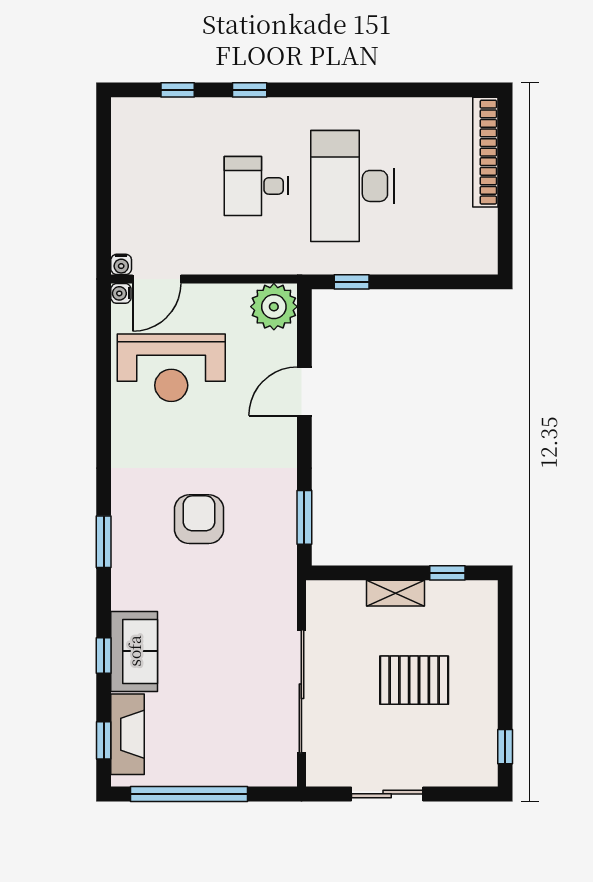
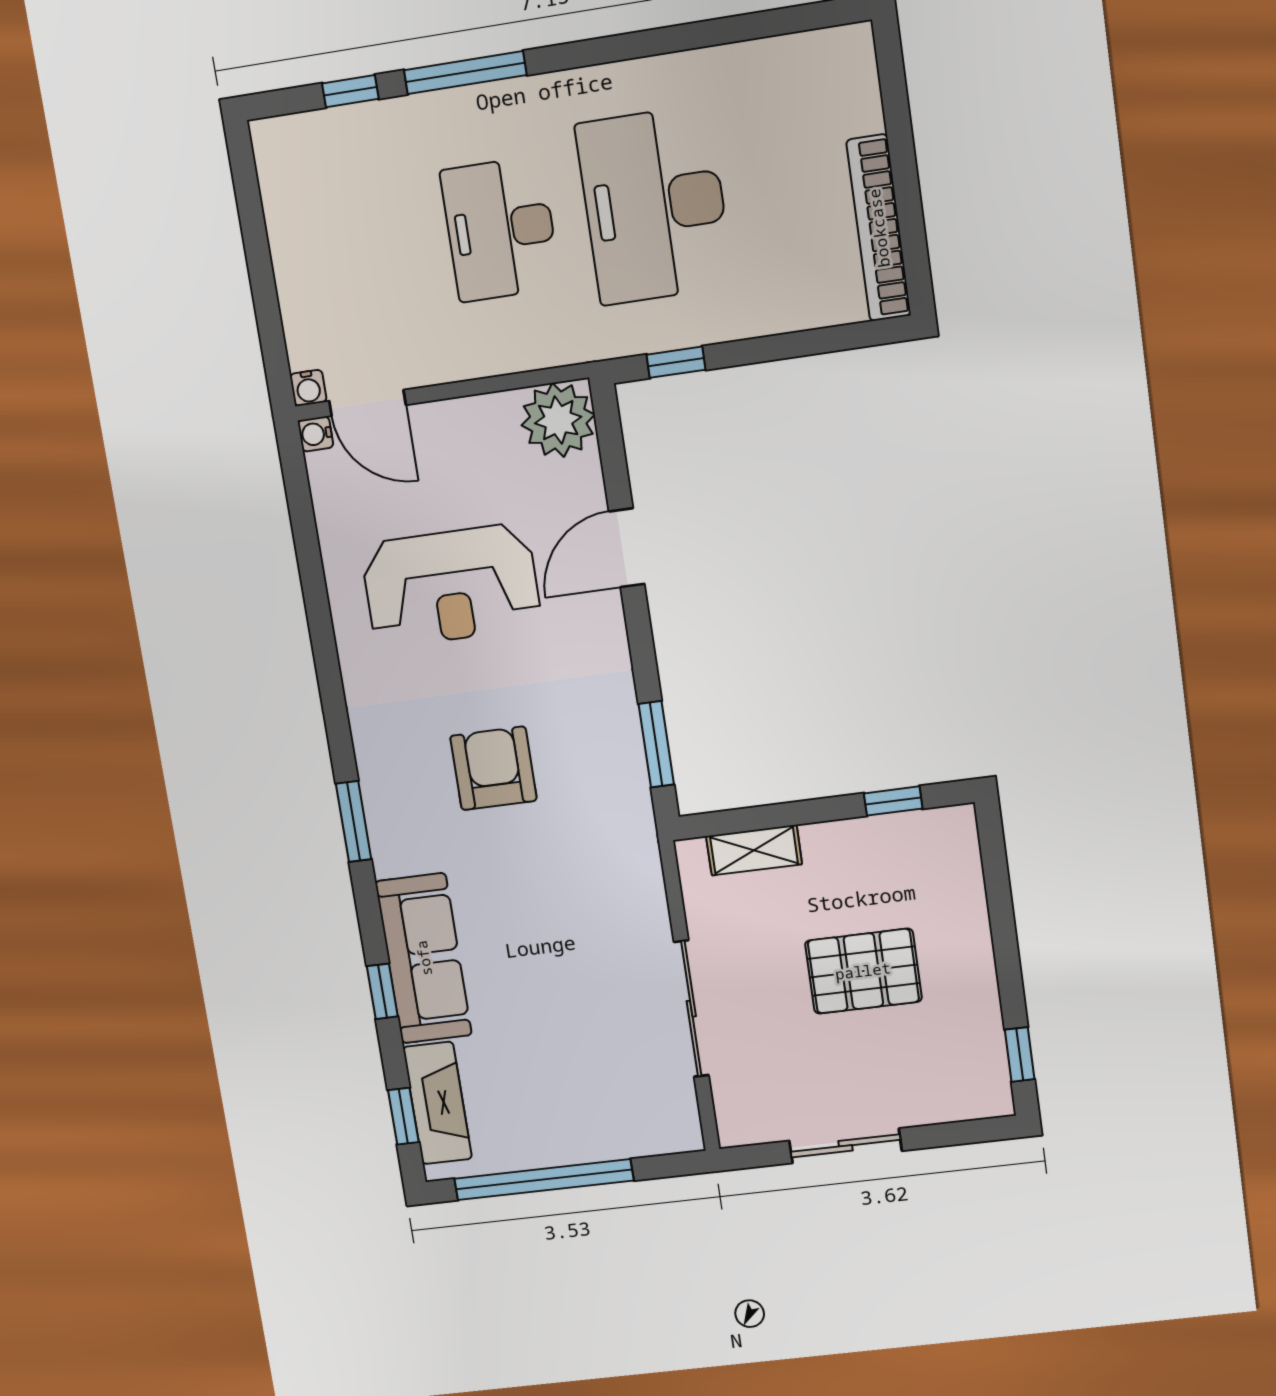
window: (250, 90) -> (465, 73), width x2.17
bookcase: (485, 152) -> (879, 228), moved
desk: (256, 186) -> (500, 229), width x1.37
door: (157, 279) -> (367, 403), hinge flipped
reception desk: (171, 368) -> (451, 586), moved
shelving: (396, 593) -> (754, 850), moved
sofa: (134, 651) -> (424, 958), width x1.36
sliding door: (301, 691) -> (691, 1009), width x0.73

